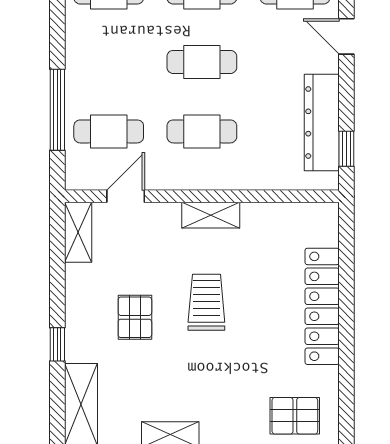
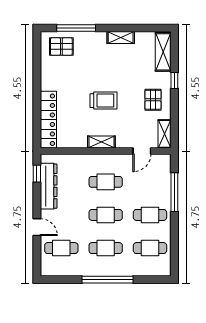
cafe table: (109, 131) -> (150, 215), moved
trolley: (206, 302) -> (103, 101), turned -90
locker: (322, 306) -> (48, 120), moved
pallet: (135, 317) -> (153, 100), moved

